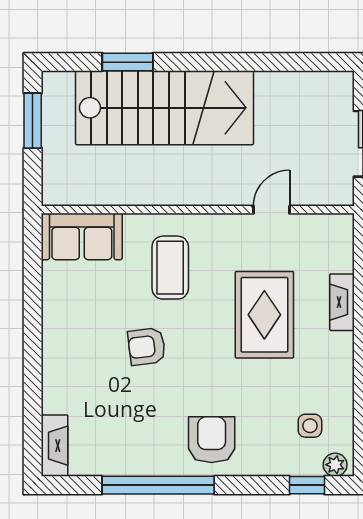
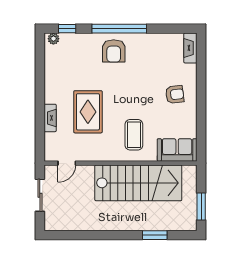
stairs: (165, 108) -> (138, 183), moved, turned 180
door: (272, 210) -> (67, 163), moved
armchair: (147, 346) -> (175, 94), moved
side table: (310, 426) -> (66, 58), removed
window: (158, 485) -> (119, 29), moved

